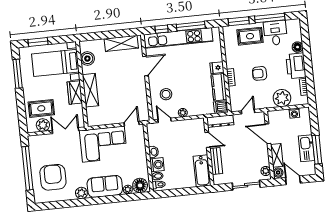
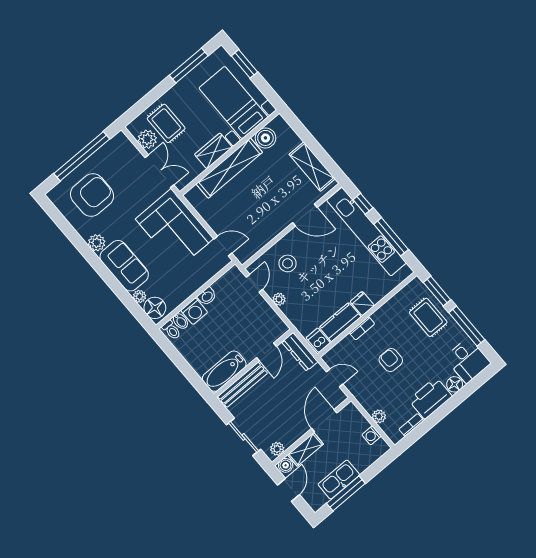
desk: (275, 33) -> (468, 360), moved, turned 90
shelving: (90, 90) -> (229, 168), width x1.47
plant: (282, 98) -> (379, 416), width x0.53, depth x0.53
bench: (216, 161) -> (243, 385), width x1.36

